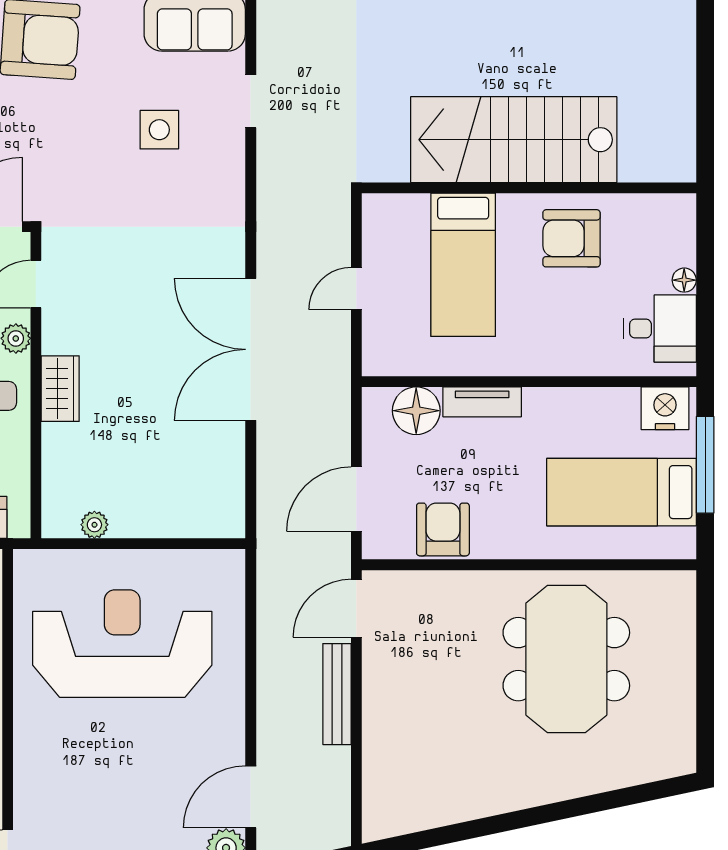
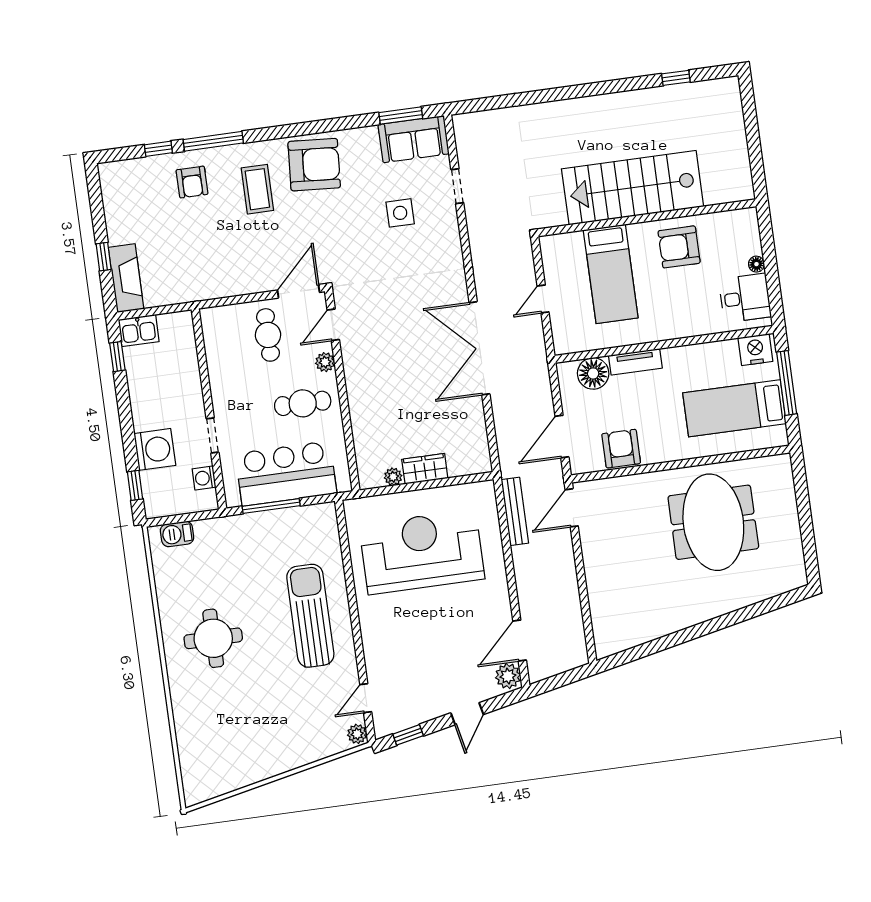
wardrobe: (60, 389) -> (425, 469), moved, turned -90
bench: (337, 694) -> (515, 511), moved

